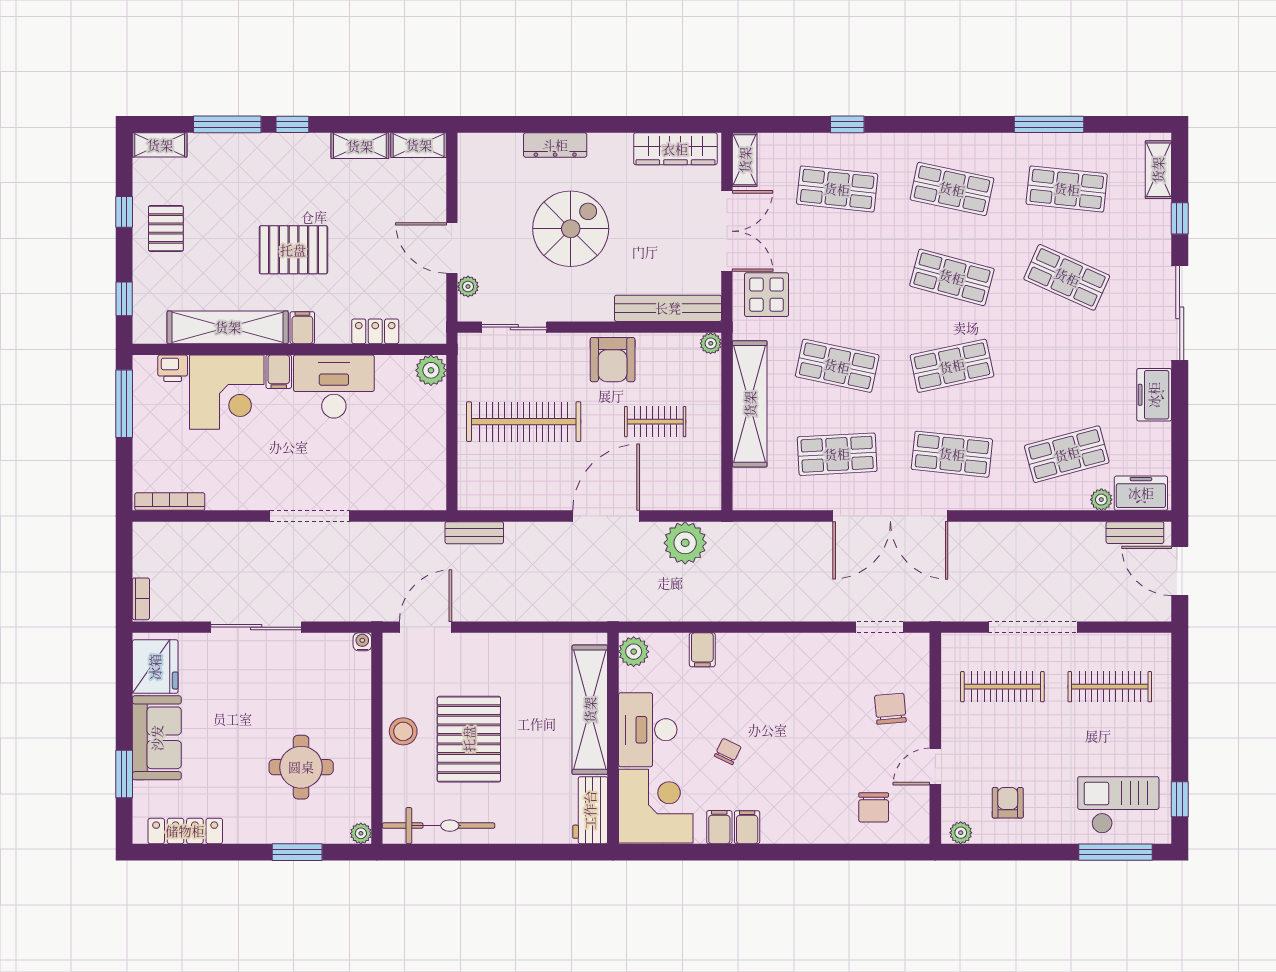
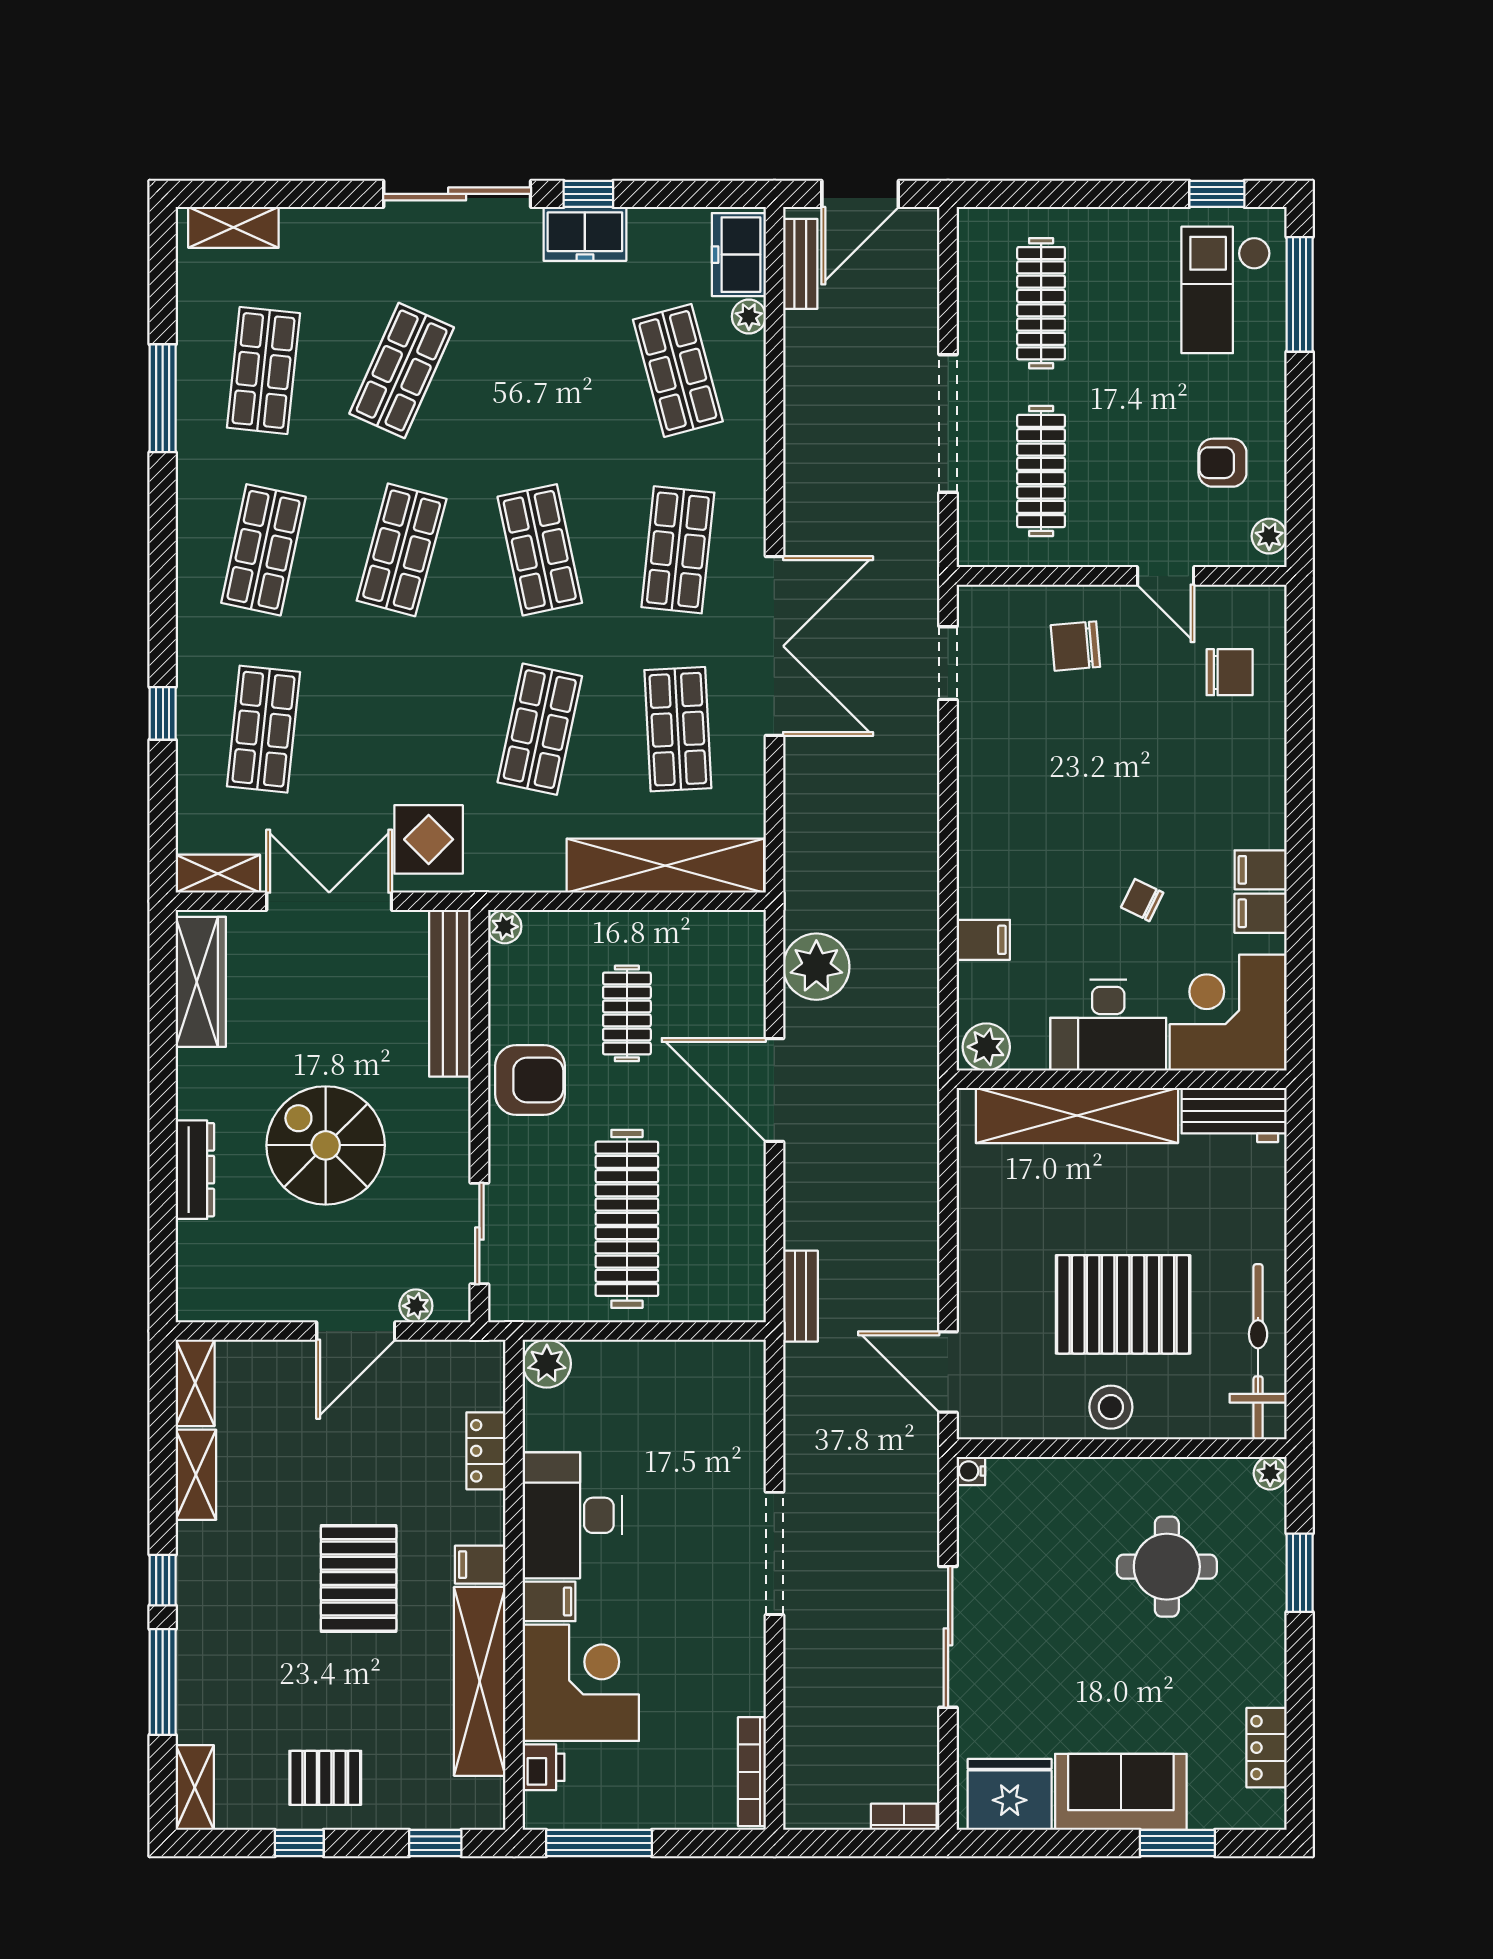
window: (1180, 218) -> (588, 194), moved
shelving: (750, 404) -> (665, 866), moved
locker: (185, 831) -> (1266, 1748), width x0.66

